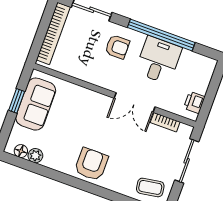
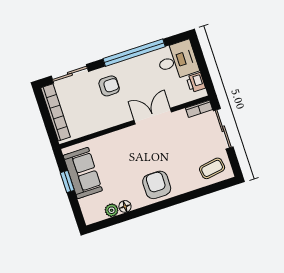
desk: (158, 60) -> (177, 61), moved, turned 90
double door: (135, 102) -> (153, 116), swing flipped
bookcase: (165, 122) -> (199, 109), moved
floor lamp: (21, 151) -> (125, 206), moved

